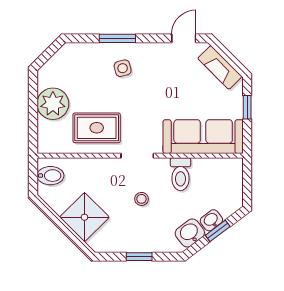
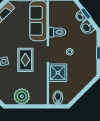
rug: (97, 128) -> (25, 60), moved
shower: (84, 217) -> (58, 73), moved, turned 45

